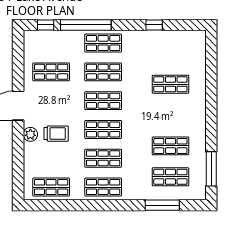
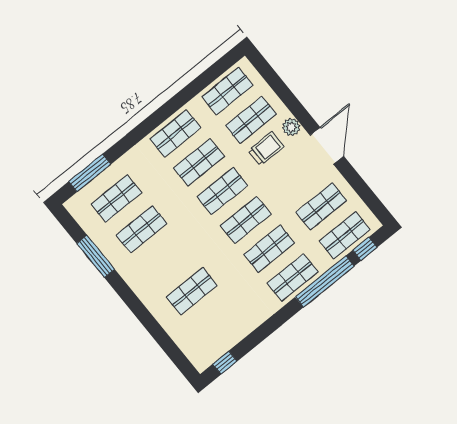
window: (154, 25) -> (225, 363), moved
shop shelf: (51, 43) -> (345, 235), added
trolley: (56, 134) -> (266, 149), turned 180
shop shelf: (51, 158) -> (251, 120), added
window: (211, 169) -> (96, 256), moved
window: (162, 205) -> (90, 173), moved

